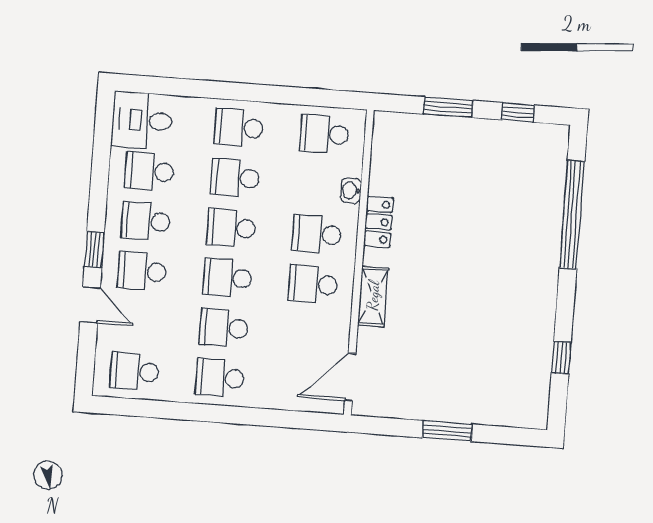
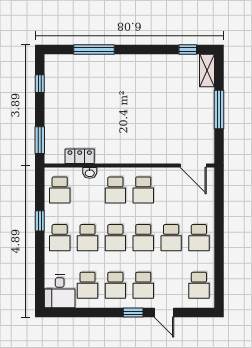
window: (271, 94) -> (40, 221), added
window: (448, 107) -> (40, 140), moved
window: (572, 215) -> (94, 50), width x0.68
locker: (379, 222) -> (80, 156), moved
shelving: (373, 296) -> (207, 71), moved, turned 90
door: (90, 305) -> (164, 313), swing flipped
window: (561, 358) -> (188, 50), moved
window: (447, 431) -> (219, 110), width x1.44

